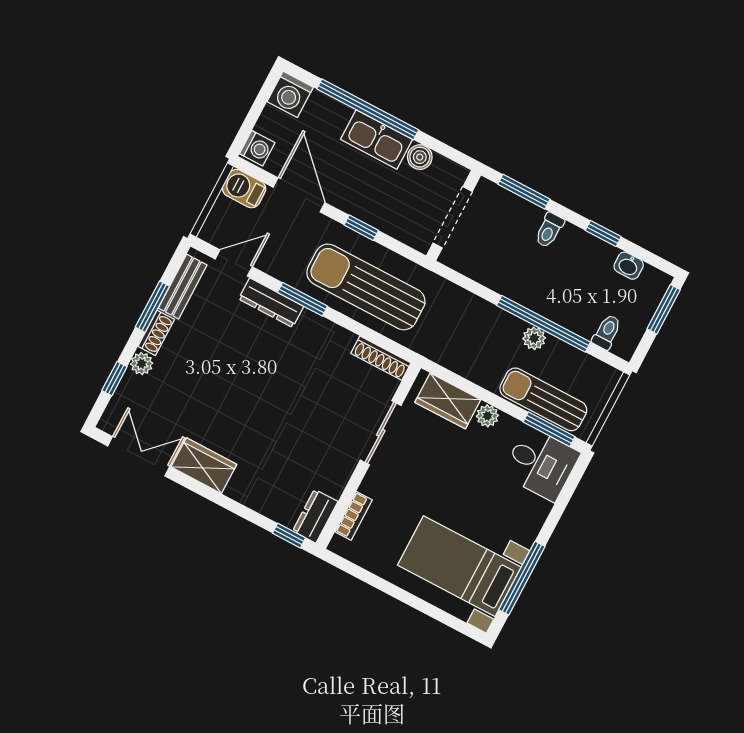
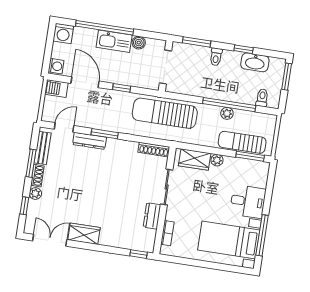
washbasin: (629, 266) -> (255, 62), width x1.91, depth x1.45
sun lounger: (366, 287) -> (165, 113), moved
desk: (541, 464) -> (248, 202), moved
dresser: (315, 516) -> (152, 216), moved

